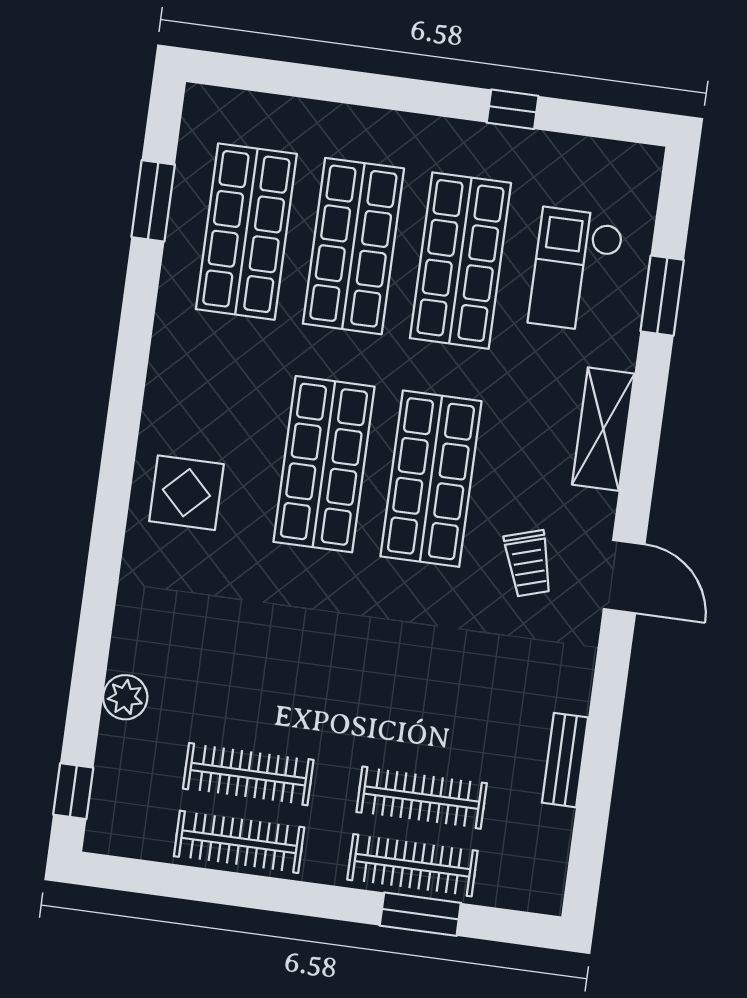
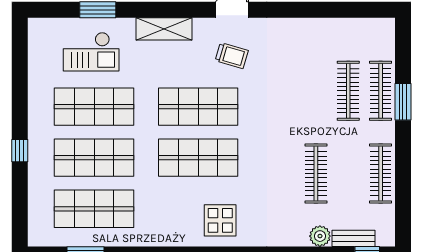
window: (513, 109) -> (20, 151), moved
trolley: (528, 563) -> (232, 56), turned 33
bench: (565, 760) -> (353, 238), moved
clothes rail: (248, 774) -> (316, 174), moved
window: (420, 914) -> (403, 102), moved

